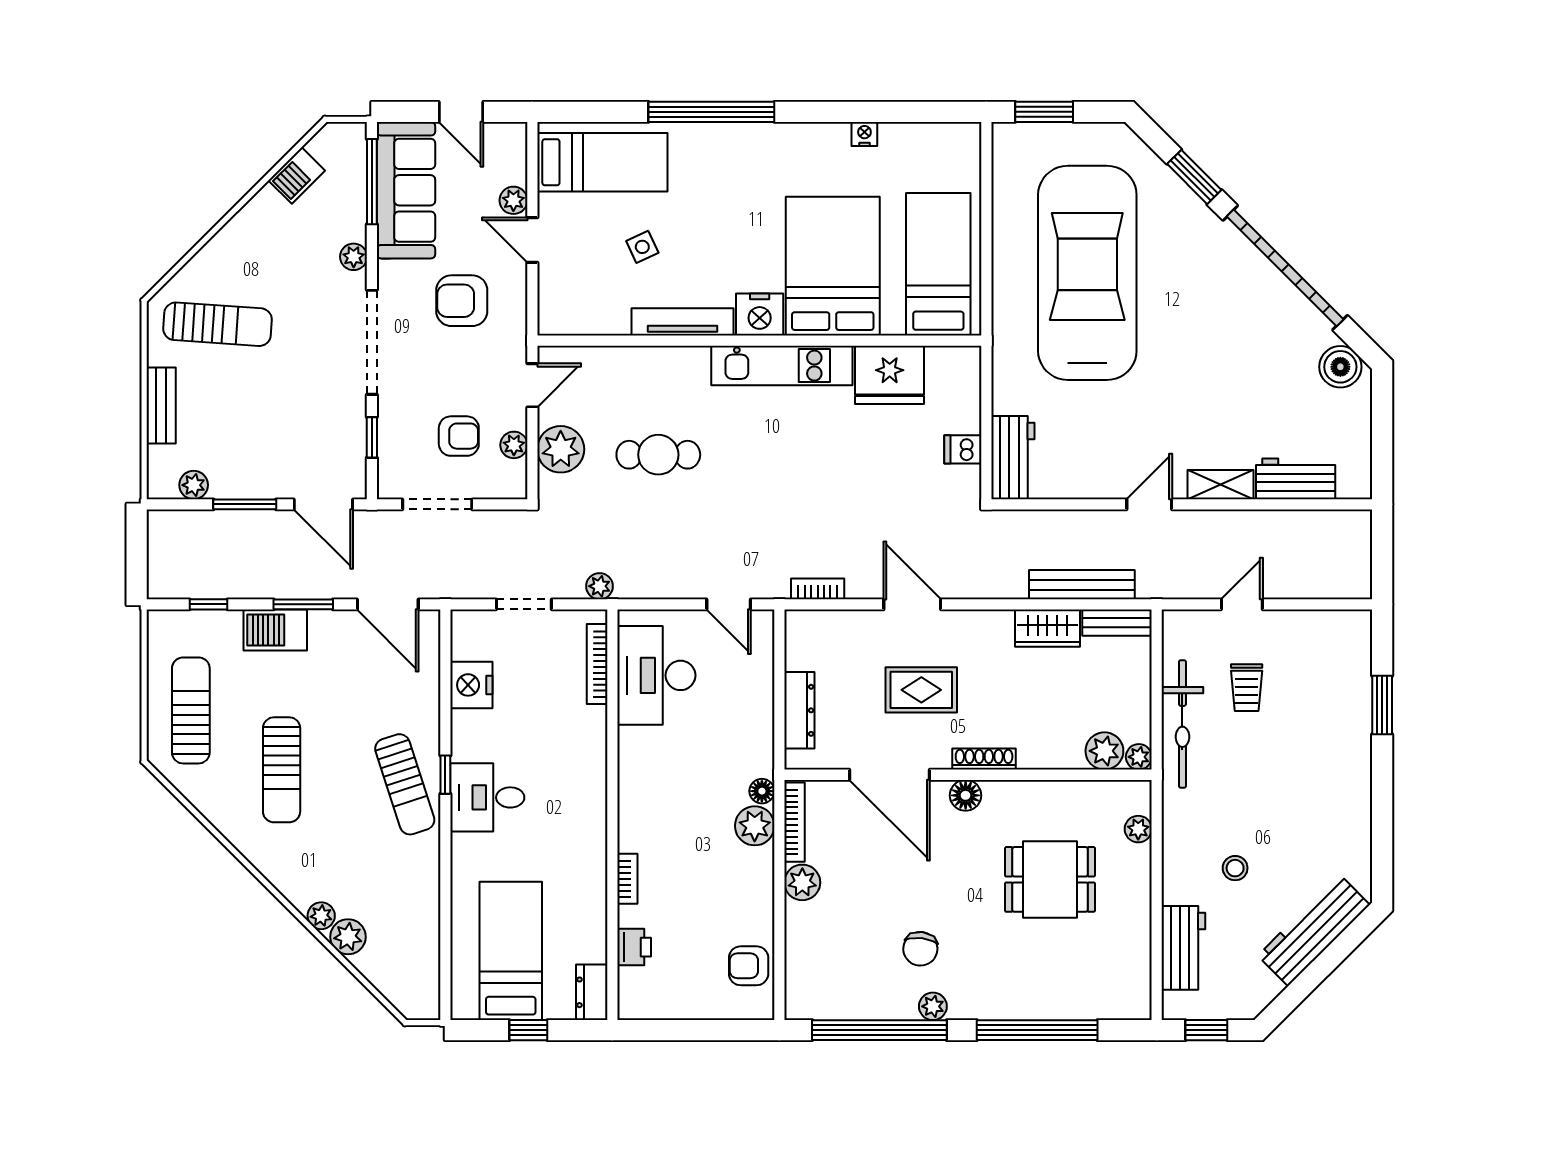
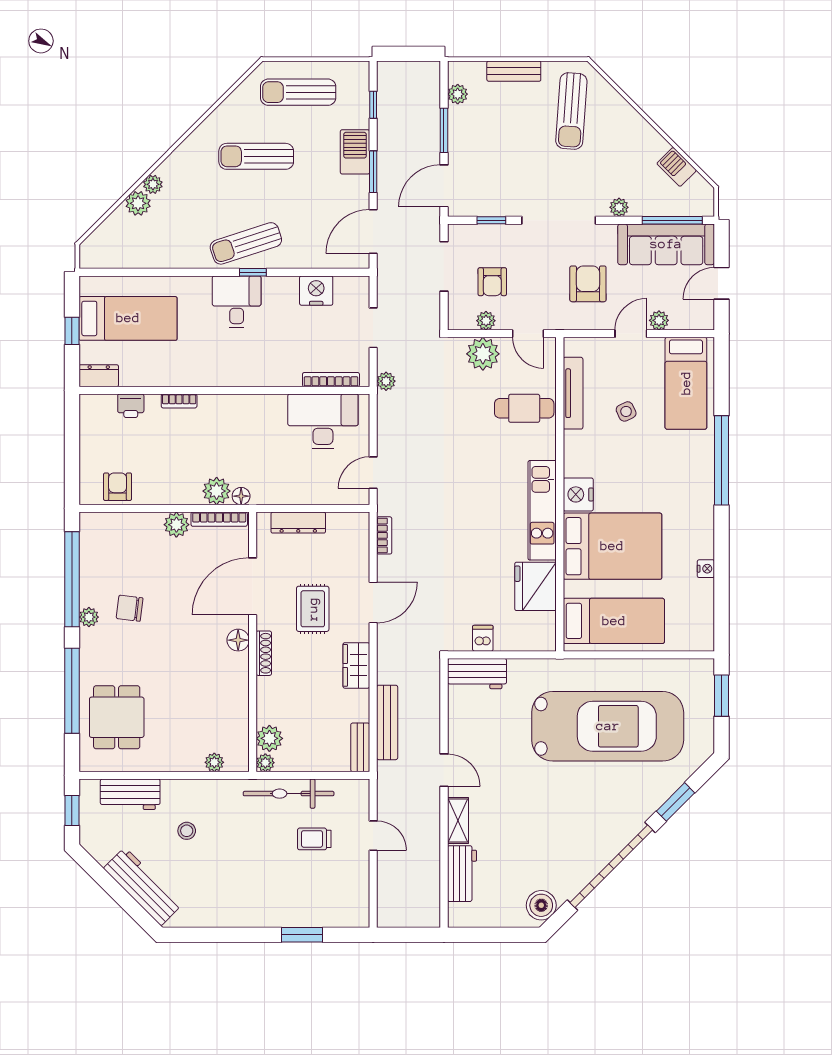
tv unit: (683, 322) -> (573, 393), moved
cafe table: (658, 455) -> (524, 408), moved, turned 90
wardrobe: (1047, 628) -> (356, 665), moved
sun lounger: (191, 710) -> (298, 92), turned 180
dining table: (1050, 879) -> (117, 717), moved

